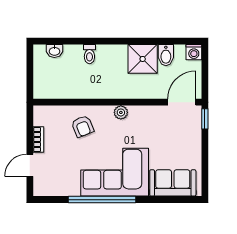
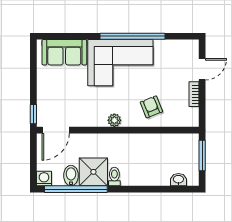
window: (161, 41) -> (76, 189), added
toilet: (89, 54) -> (114, 177), moved
window: (30, 76) -> (202, 155), added

